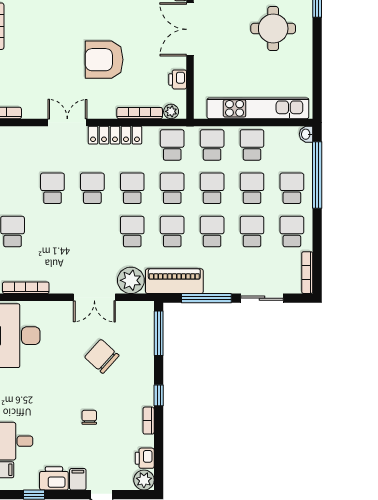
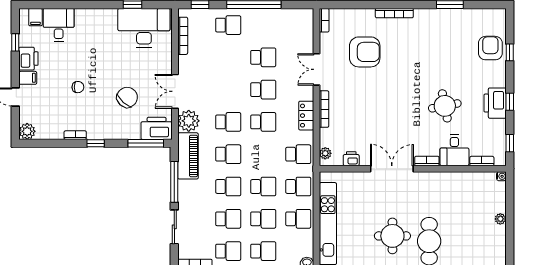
armchair: (104, 60) -> (365, 52), moved, turned 90
bookcase: (140, 113) -> (324, 109), moved
double door: (67, 122) -> (316, 69), swing flipped
locker: (115, 135) -> (306, 116), width x0.66
school desk: (172, 188) -> (263, 154), removed
printer: (145, 458) -> (157, 128), moved, width x1.87, depth x1.48

